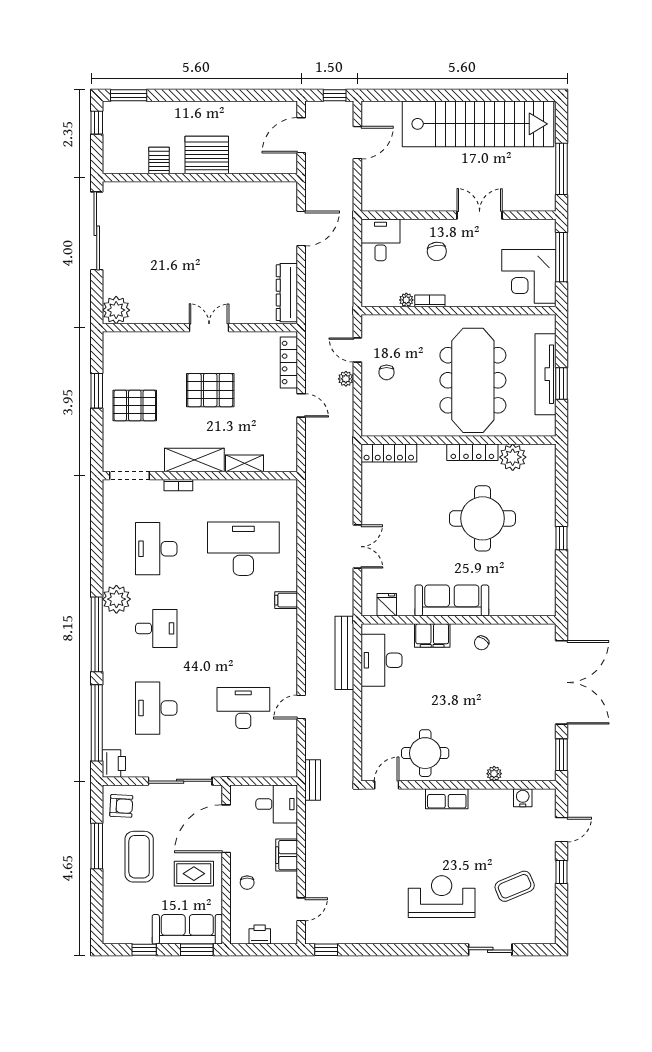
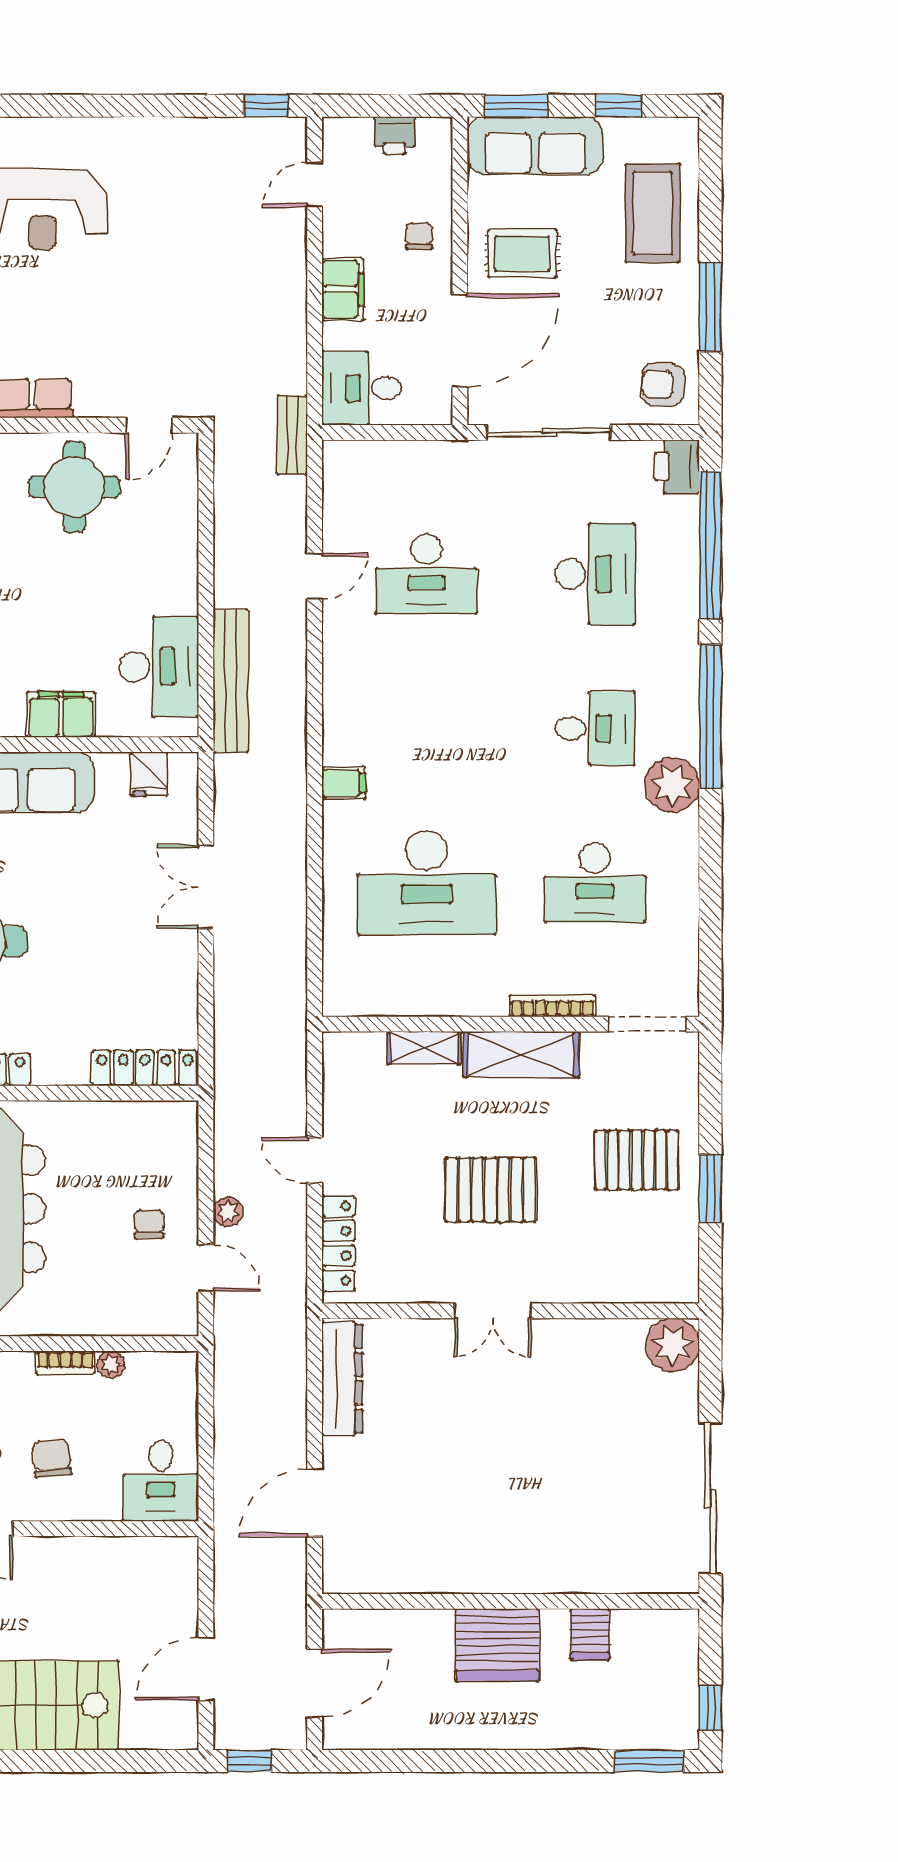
bookcase: (178, 485) -> (552, 1006), width x1.56
desk: (156, 549) -> (595, 883), turned 90
desk: (156, 628) -> (595, 728), turned 180
coffee table: (139, 857) -> (653, 213), moved

